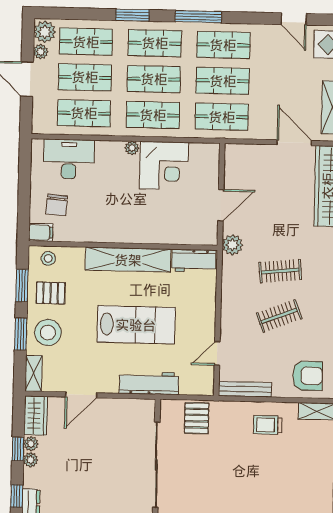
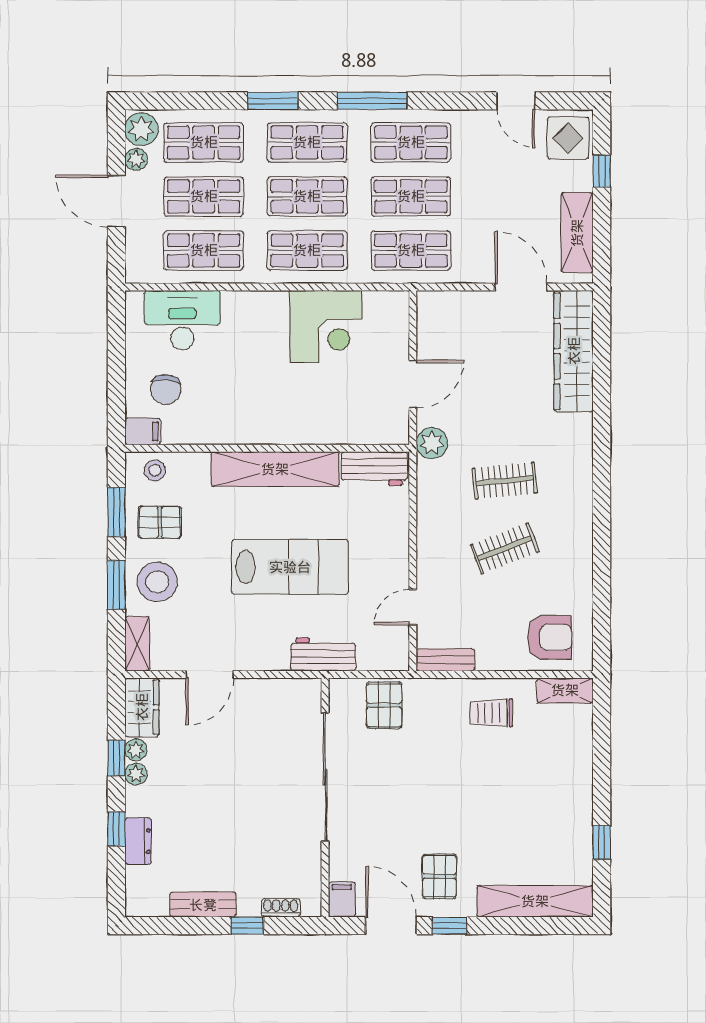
plant: (132, 148) -> (277, 301), removed
workbench: (149, 383) -> (323, 654), width x0.73
bench: (245, 389) -> (445, 660), width x0.73

